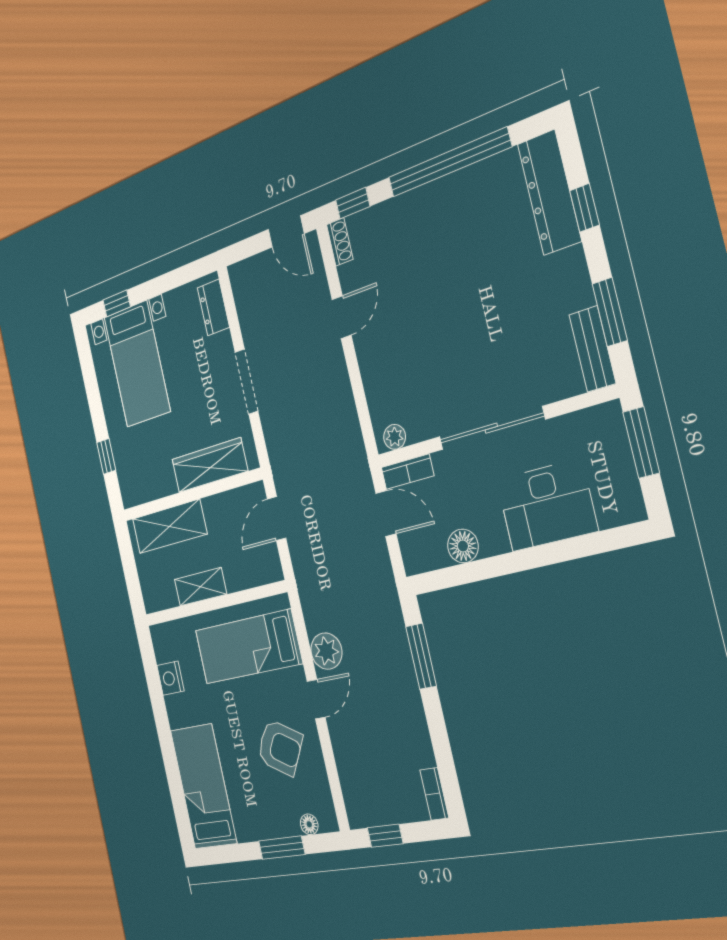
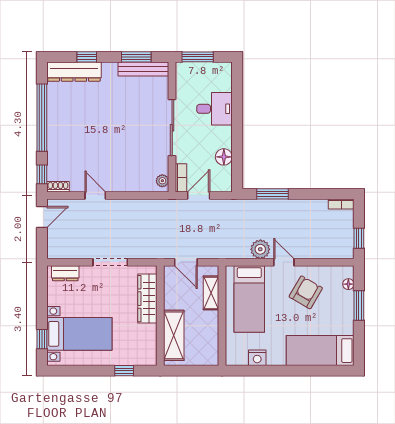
bench: (592, 349) -> (143, 69), width x1.36
desk: (547, 505) -> (215, 109), width x0.73
shelving: (200, 587) -> (211, 293), moved

